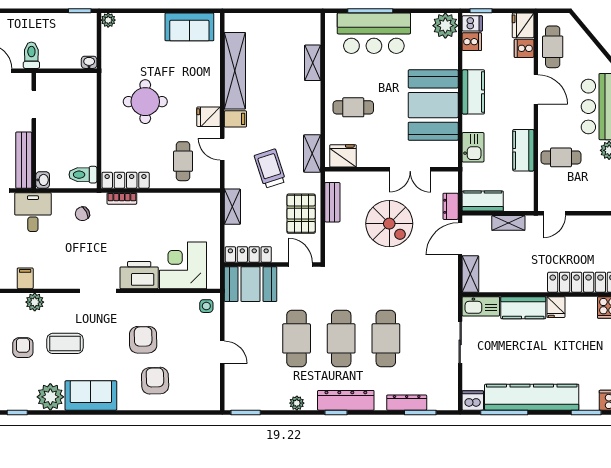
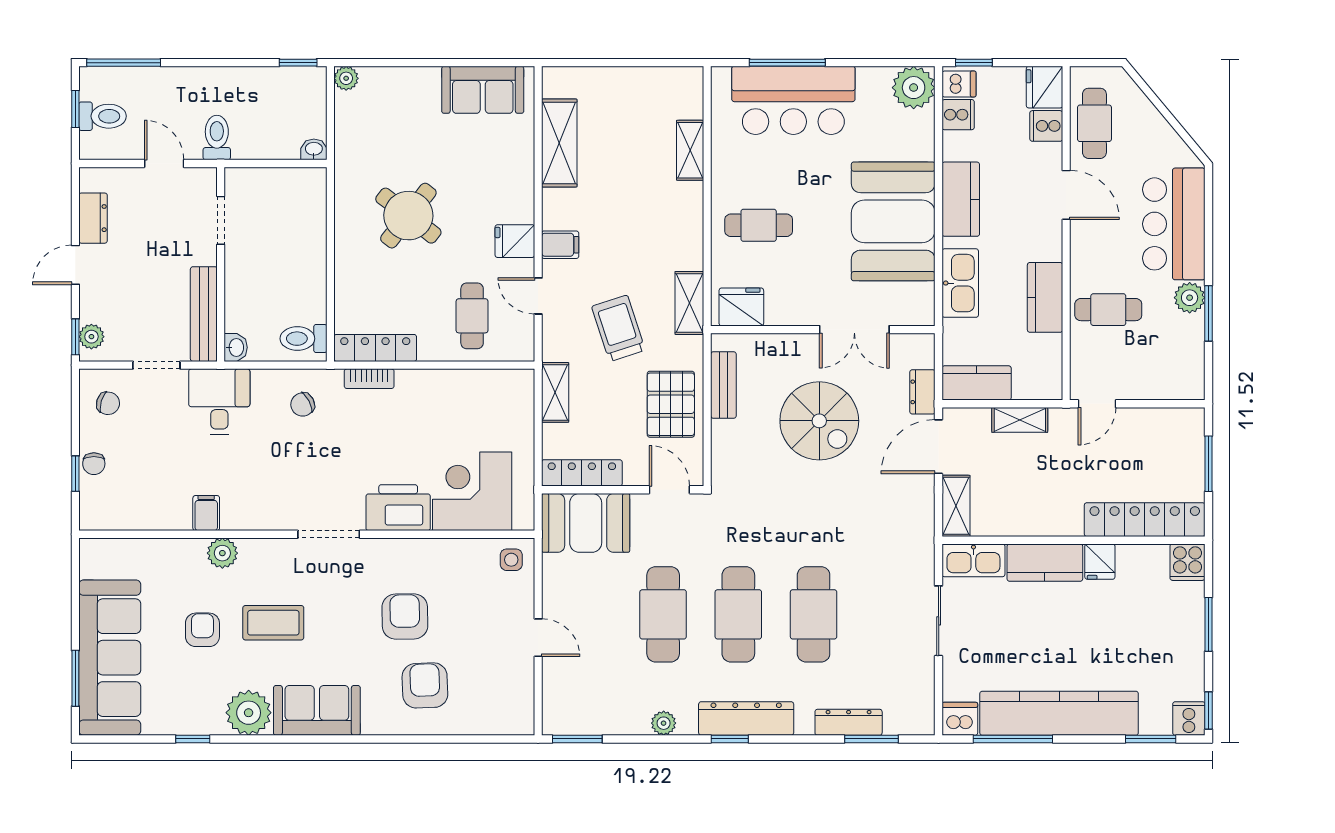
shelving: (235, 71) -> (559, 143), width x0.68
round table: (145, 102) -> (408, 216), turned 38
kitchen sink: (473, 147) -> (960, 283), width x1.38

